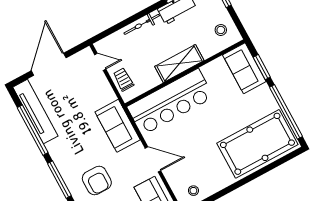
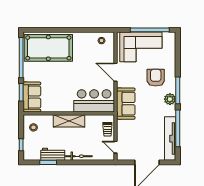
bar counter: (170, 102) -> (94, 101), width x0.73
plant: (63, 163) -> (170, 99), added

